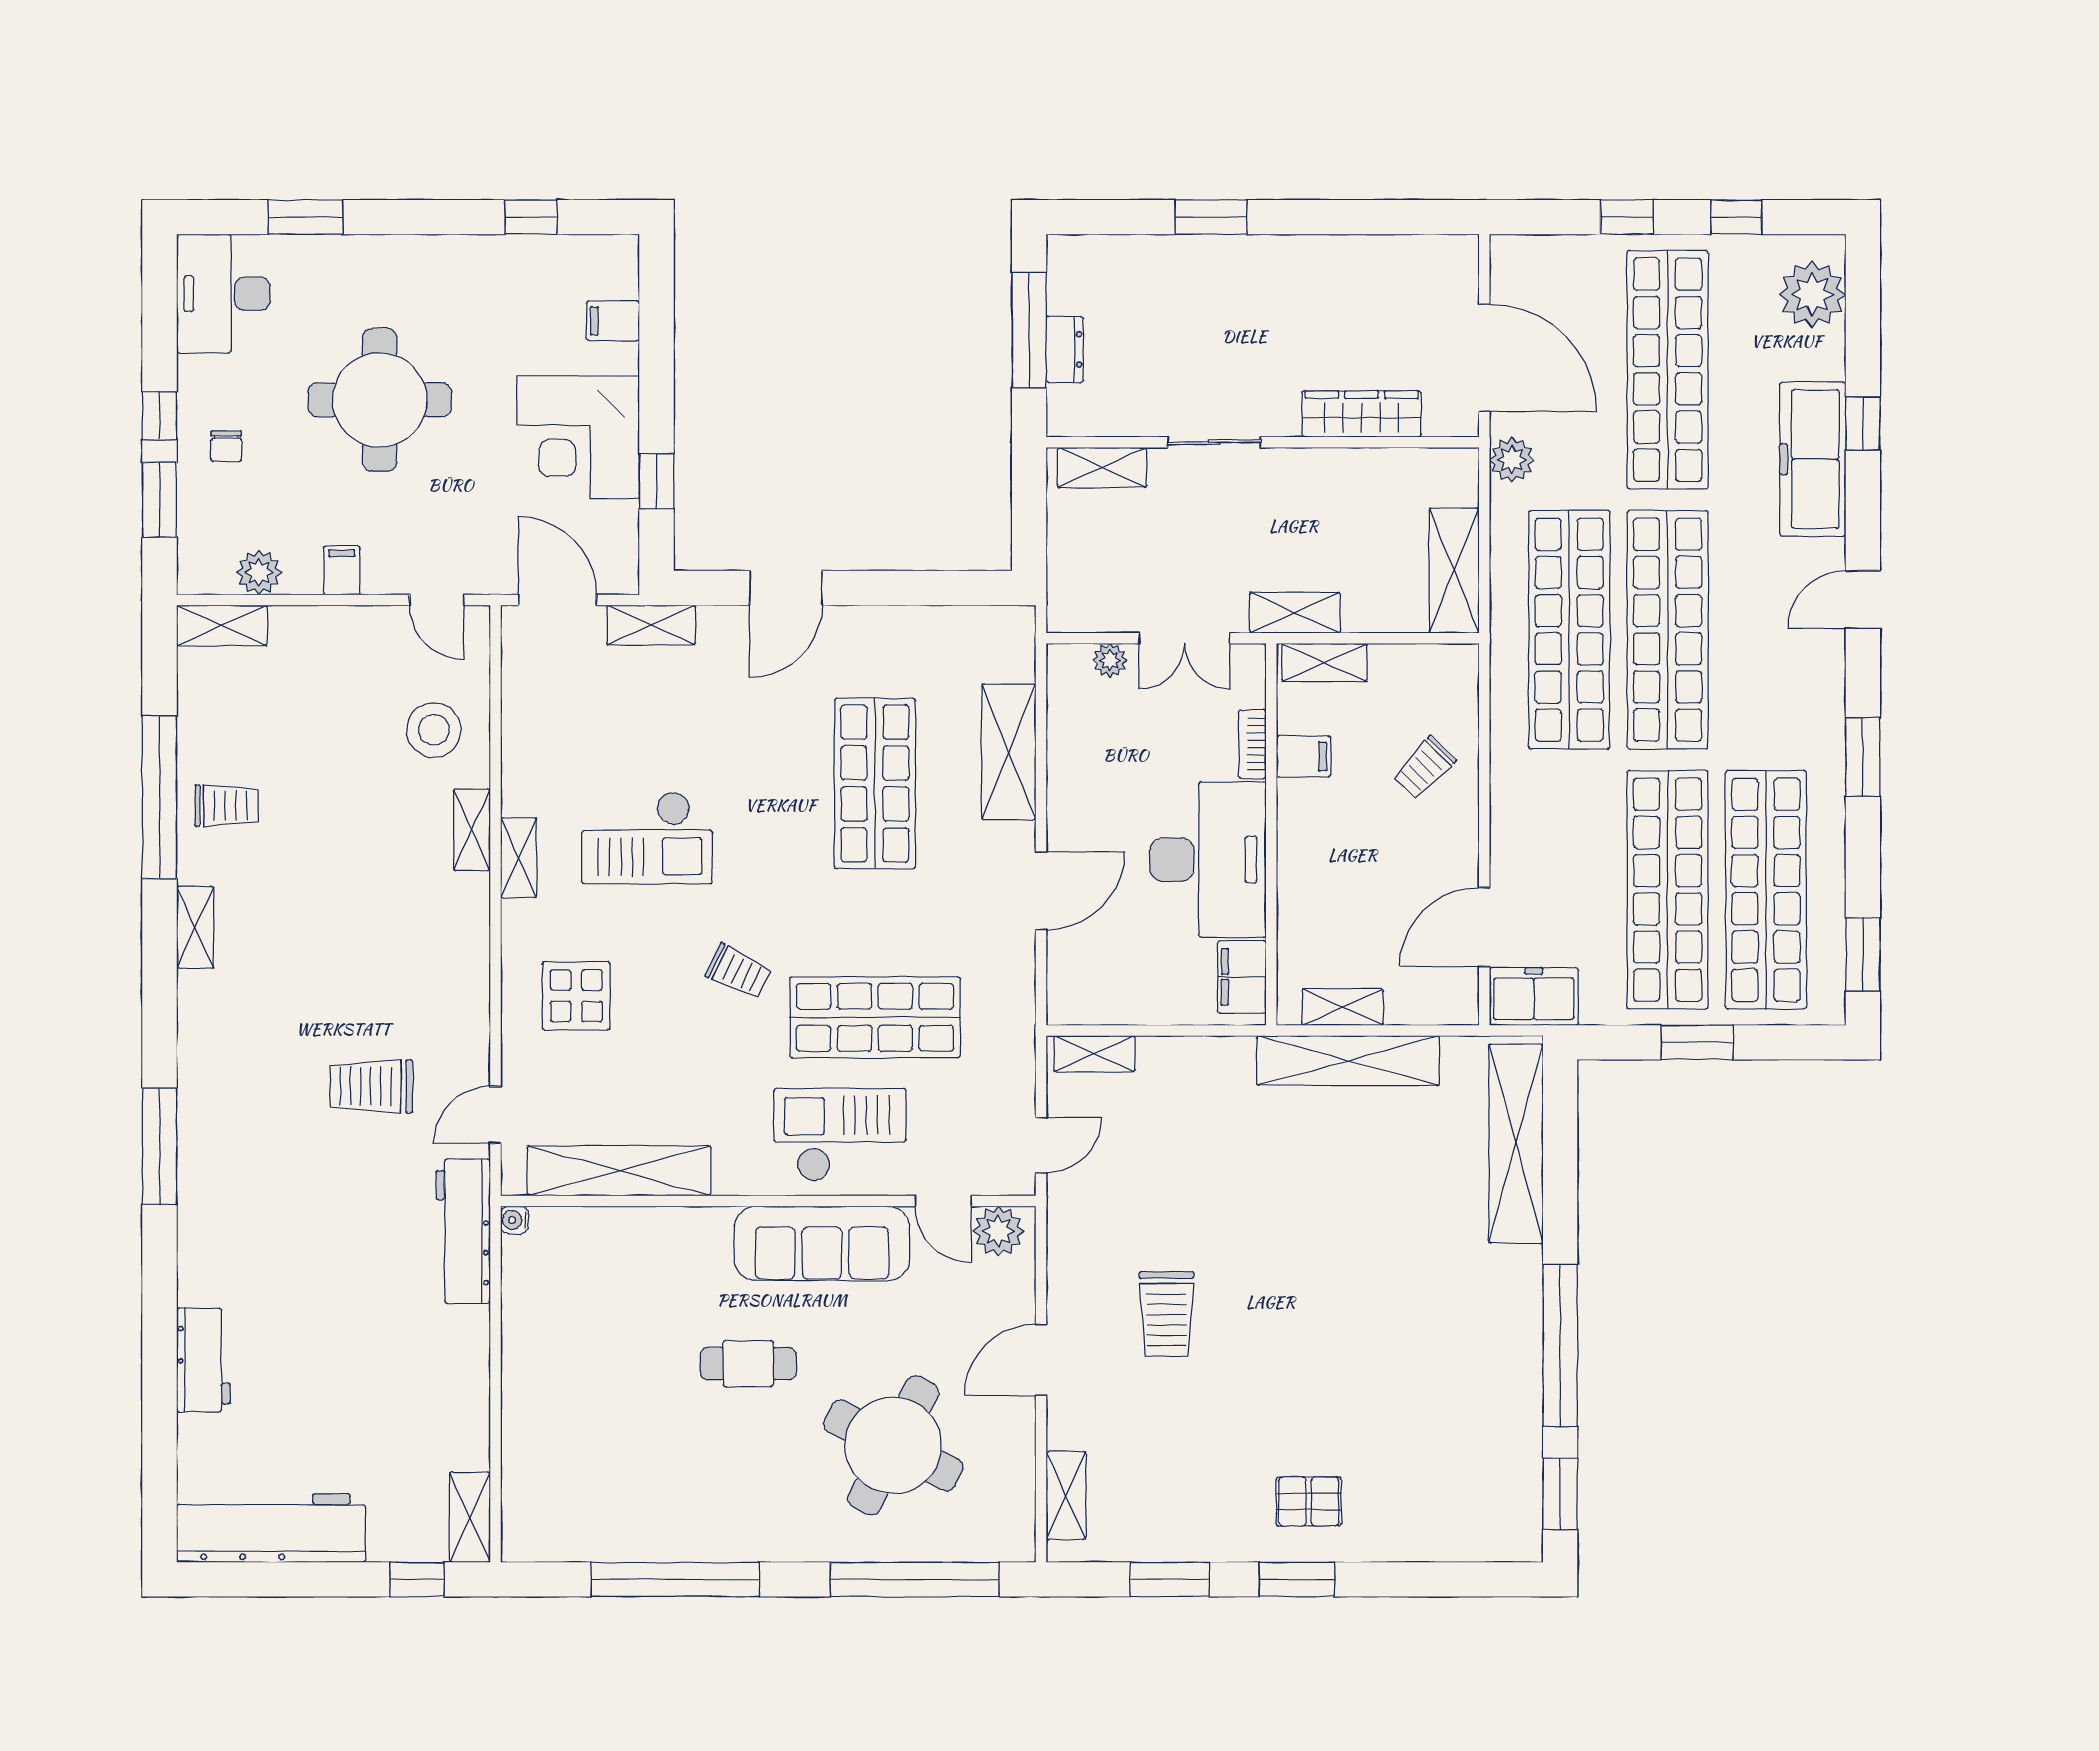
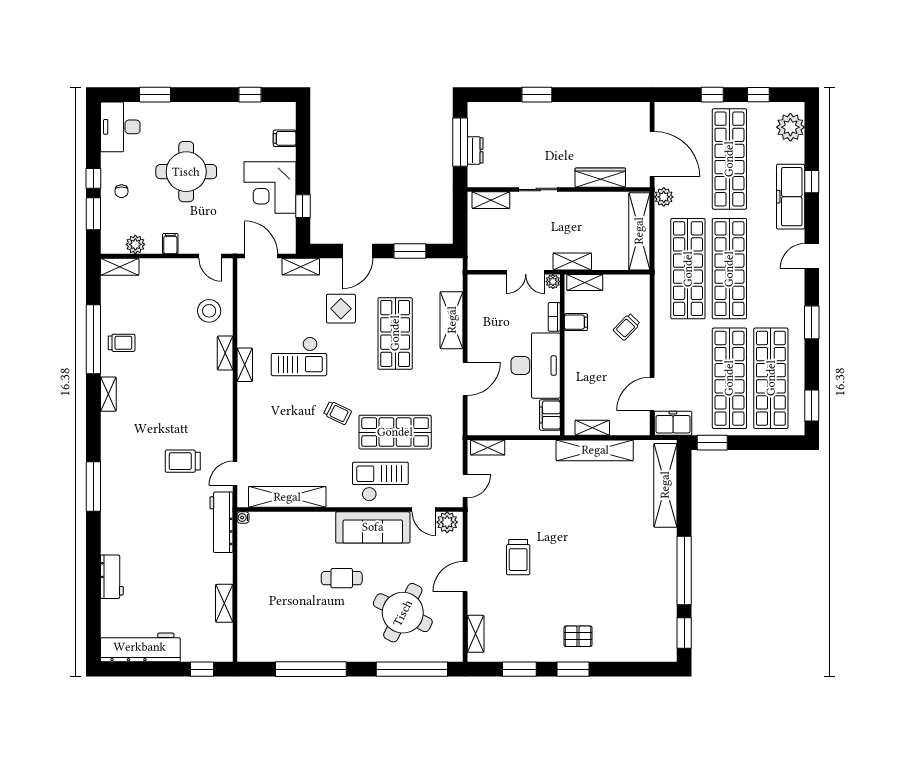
shelving: (1454, 570) -> (639, 231), width x1.47
window: (910, 588) -> (410, 251), added
plant: (1110, 660) -> (553, 282), moved
display table: (576, 996) -> (341, 309), moved
window: (1697, 1042) -> (712, 443), moved
shelving: (470, 1517) -> (224, 603), moved

